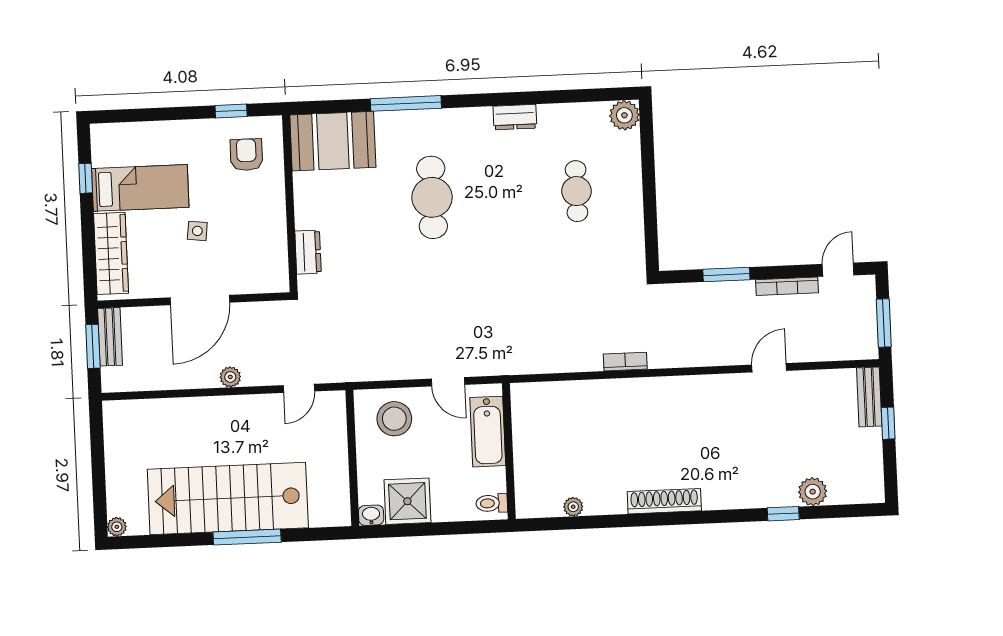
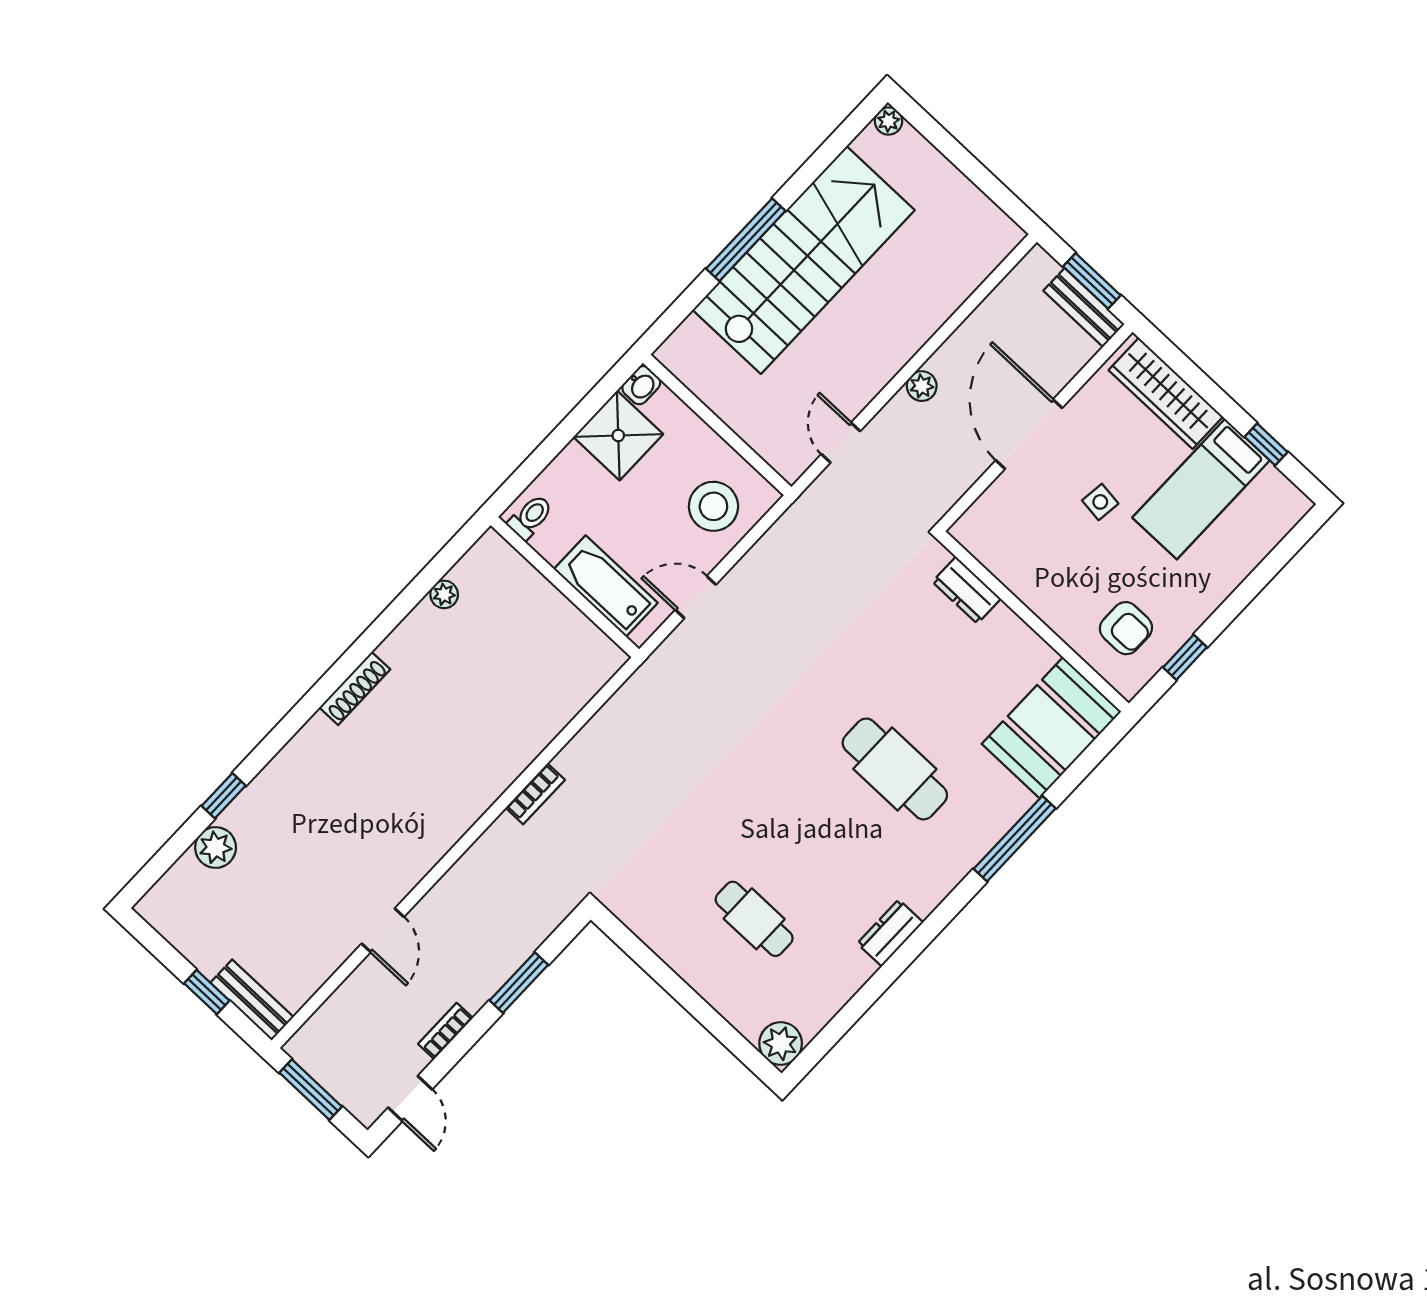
bookcase: (787, 286) -> (445, 1031), width x0.64
shoe rack: (664, 501) -> (355, 688), width x0.74, depth x0.81

